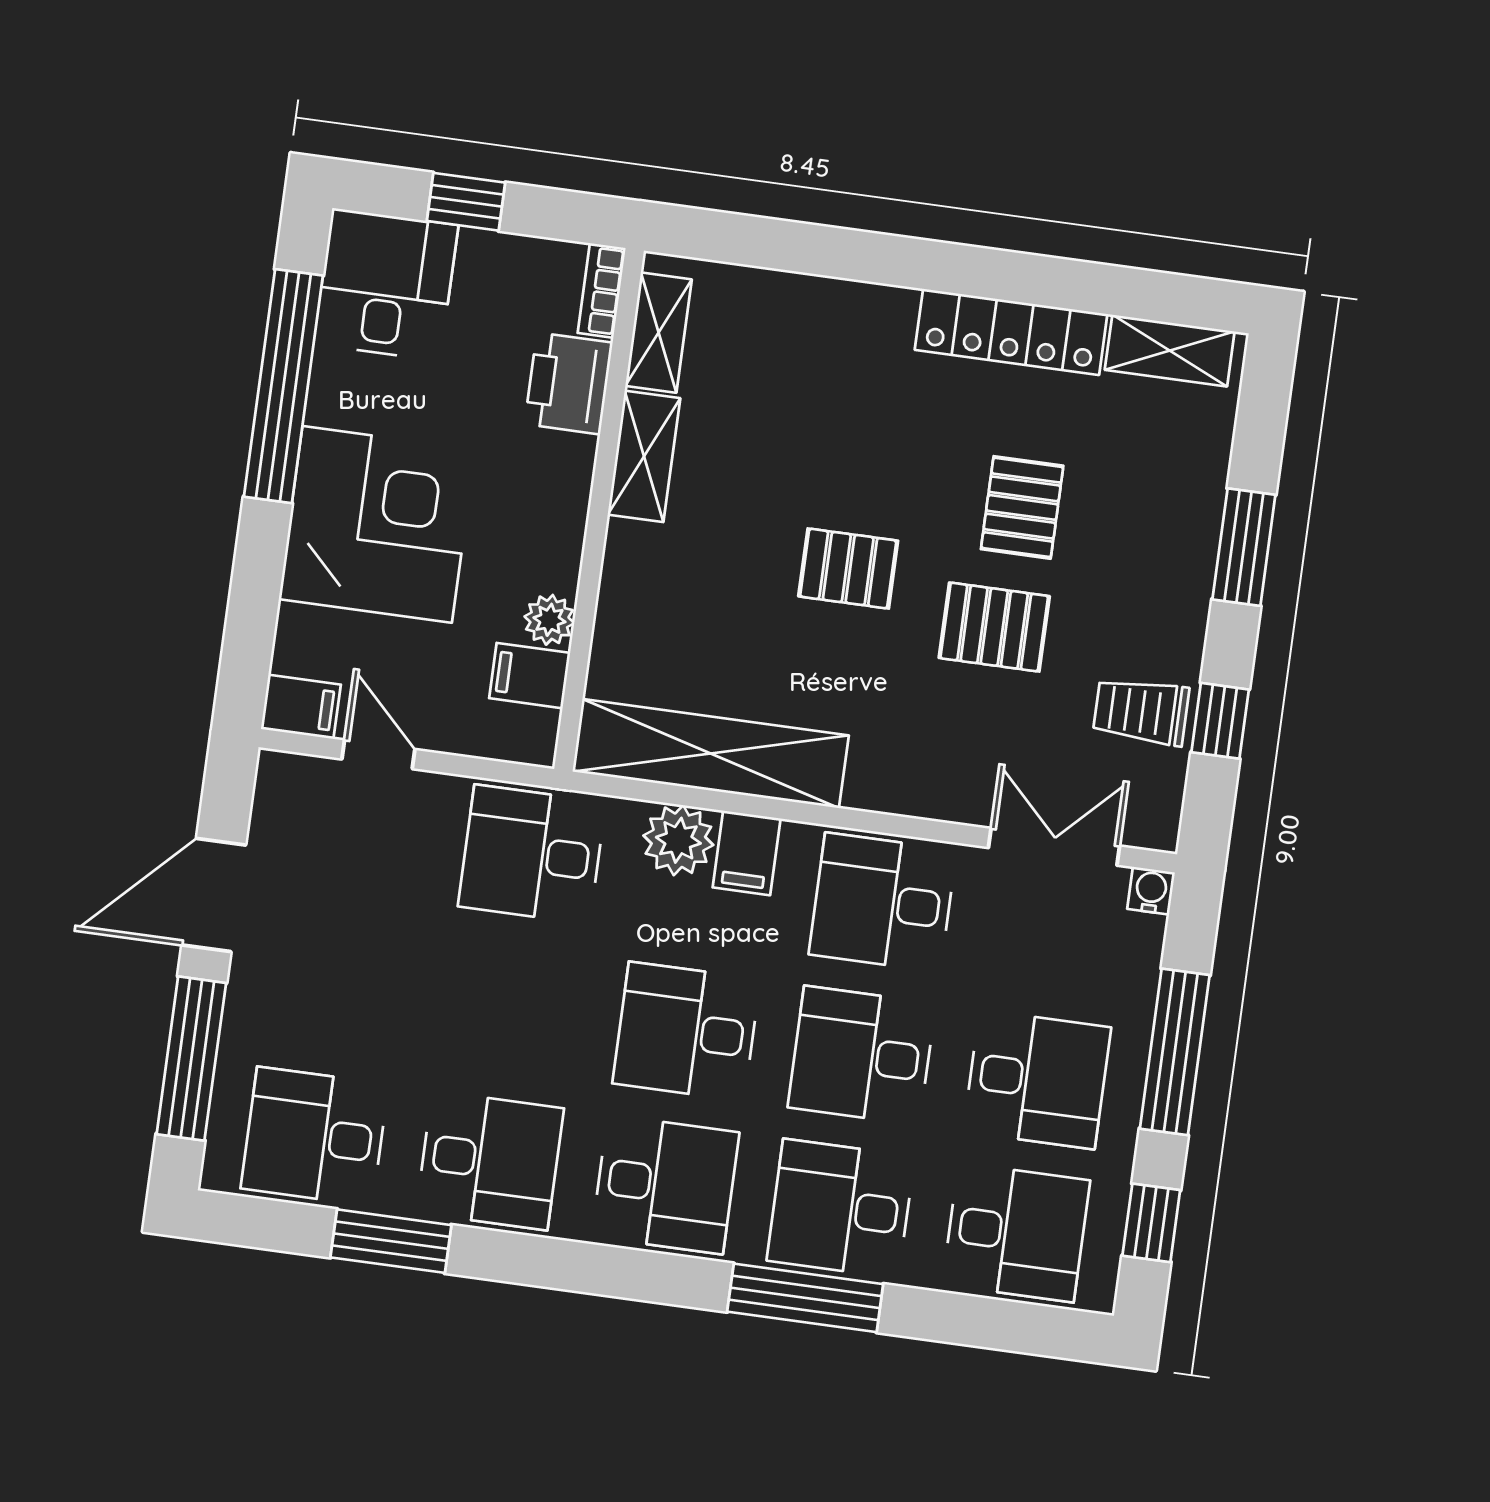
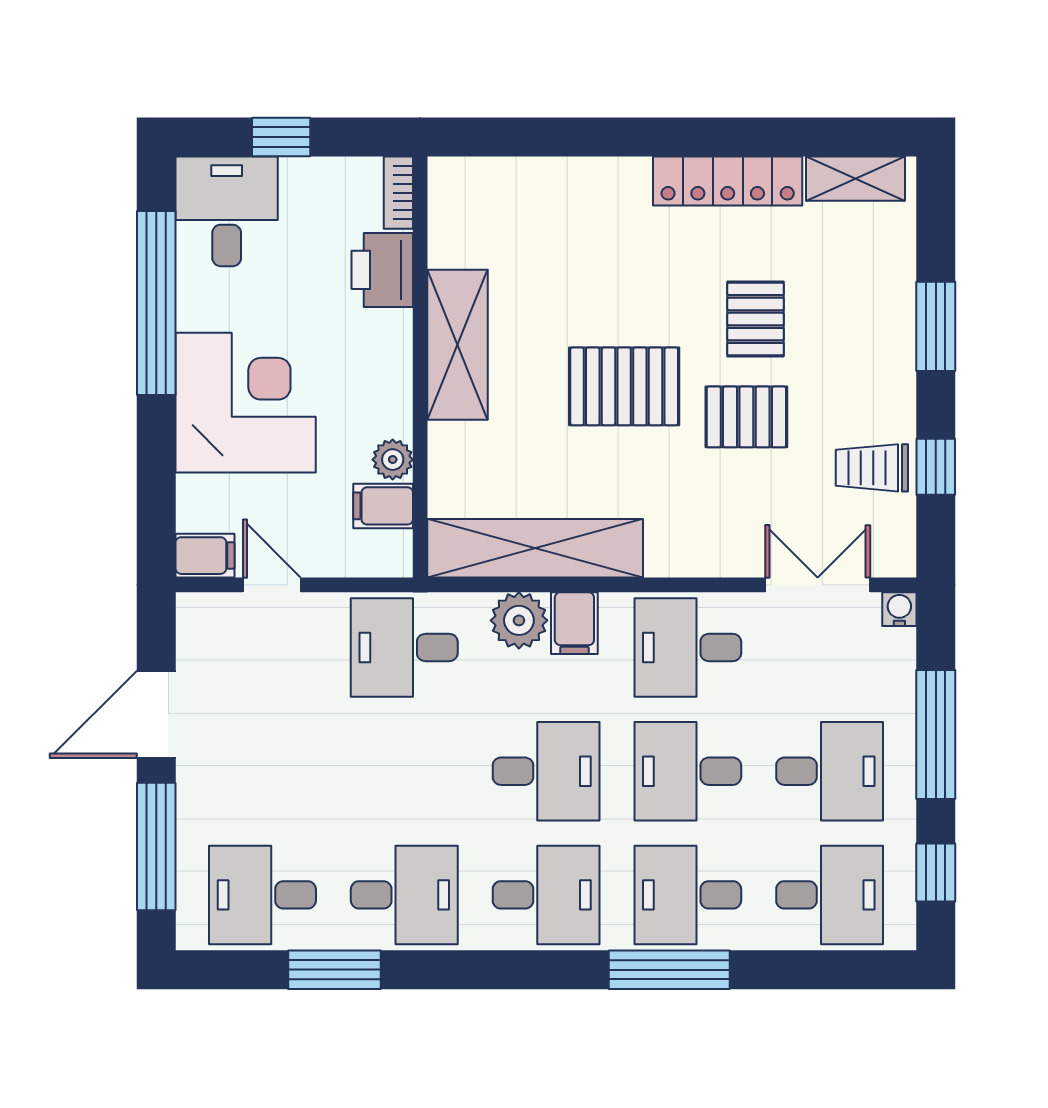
shelving: (659, 333) -> (448, 220), removed
shelving: (644, 456) -> (457, 345), width x1.50, depth x1.33
pallet: (848, 569) -> (624, 386), width x1.50, depth x1.42
desk: (686, 1031) -> (546, 771), turned 180

